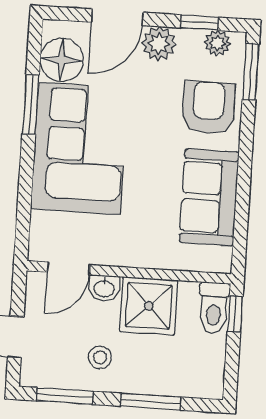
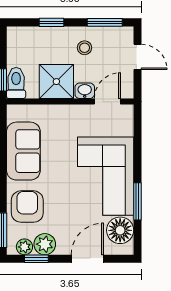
plant: (159, 44) -> (45, 244), moved
armchair: (209, 108) -> (27, 207), turned 180
window: (151, 402) -> (51, 22), width x0.67

